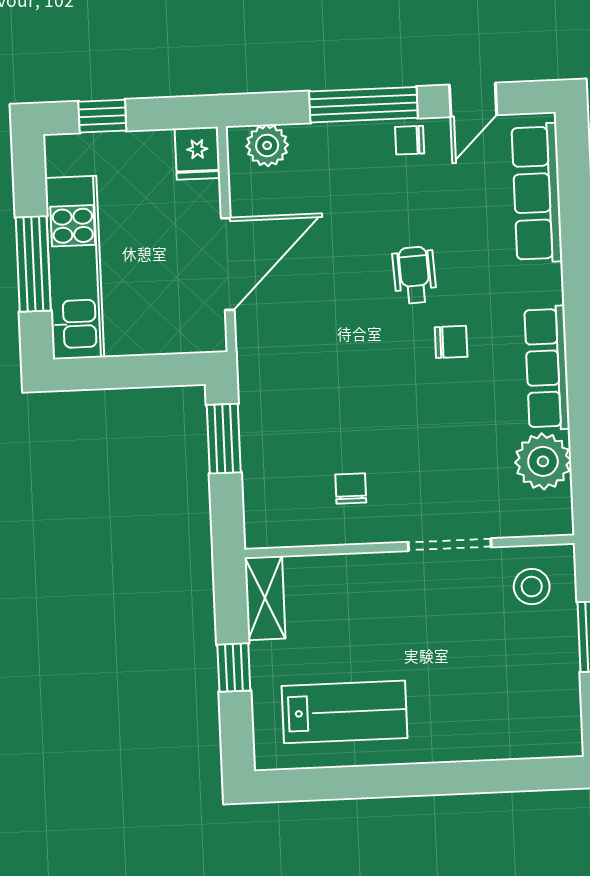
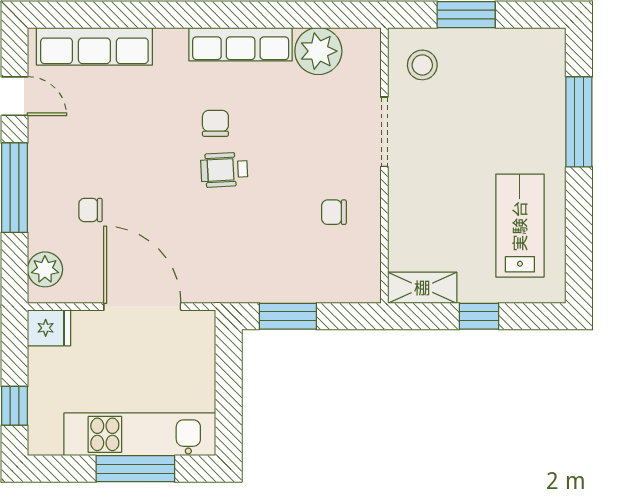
chair: (410, 140) -> (90, 210), moved, turned 90
wheelchair: (414, 275) -> (224, 170), moved
window: (472, 777) -> (579, 122), added

